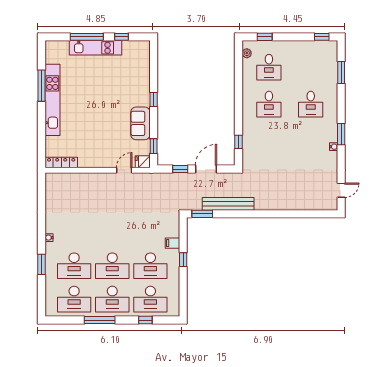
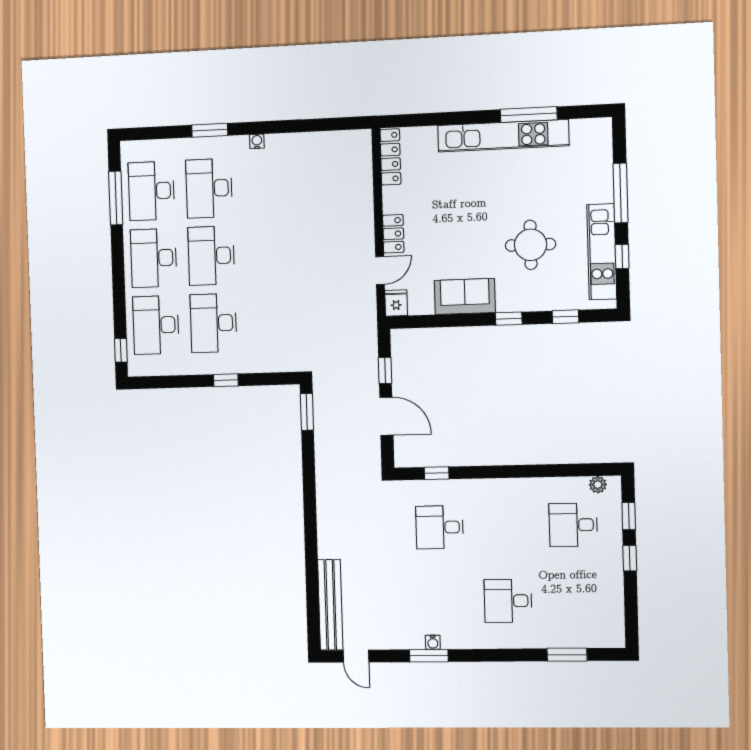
window: (322, 37) -> (630, 558), moved
kitchen unit: (96, 48) -> (602, 252), moved
round table: (113, 86) -> (531, 245), added
desk: (269, 104) -> (440, 527), moved
window: (341, 134) -> (429, 656), moved
window: (154, 146) -> (565, 317), moved
locker: (104, 162) -> (393, 234), added
door: (124, 170) -> (380, 271), hinge flipped
bench: (228, 204) -> (330, 605), moved
filing cabinet: (172, 243) -> (254, 361), removed
window: (100, 320) -> (116, 198), moved
window: (145, 320) -> (121, 350), moved

